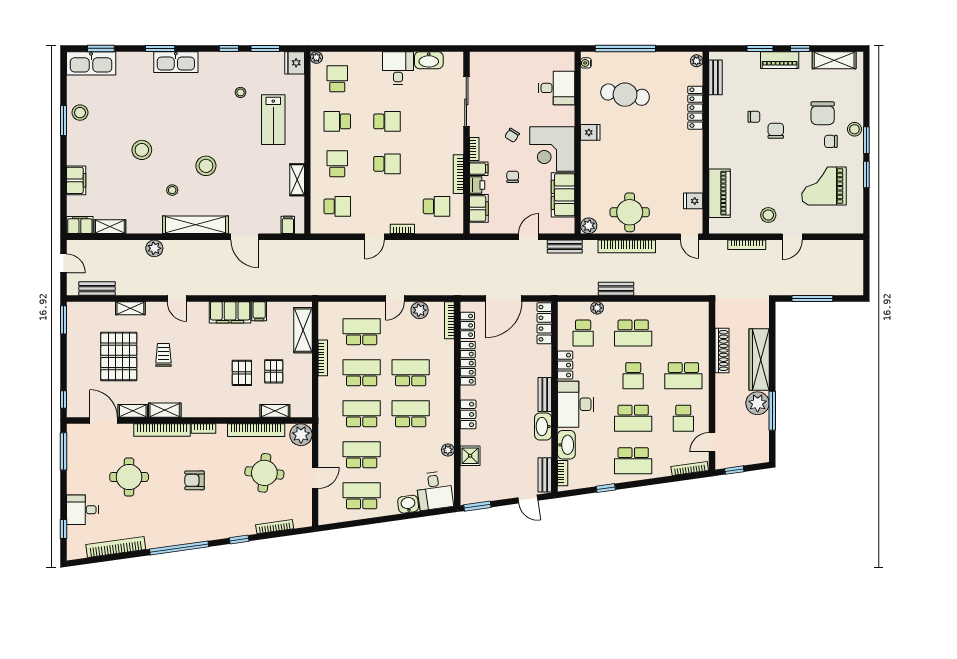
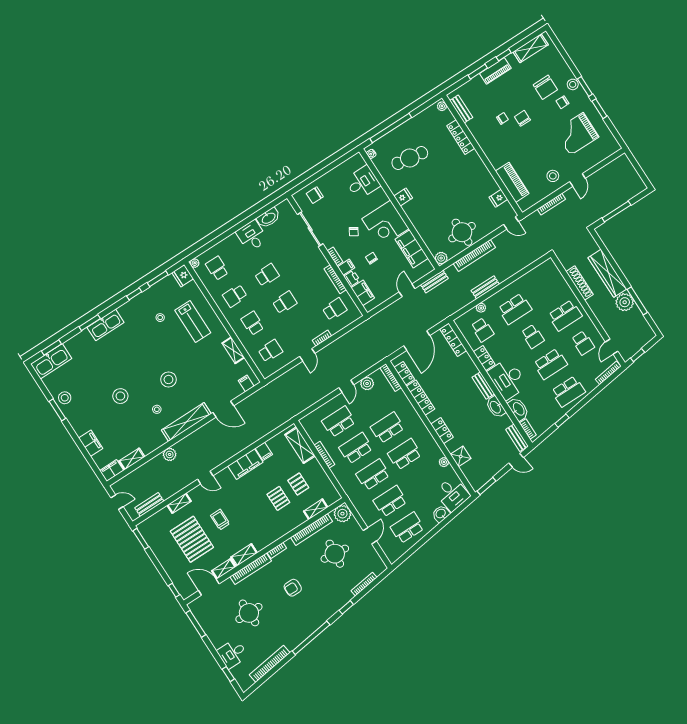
chair: (495, 68) -> (315, 195), added

